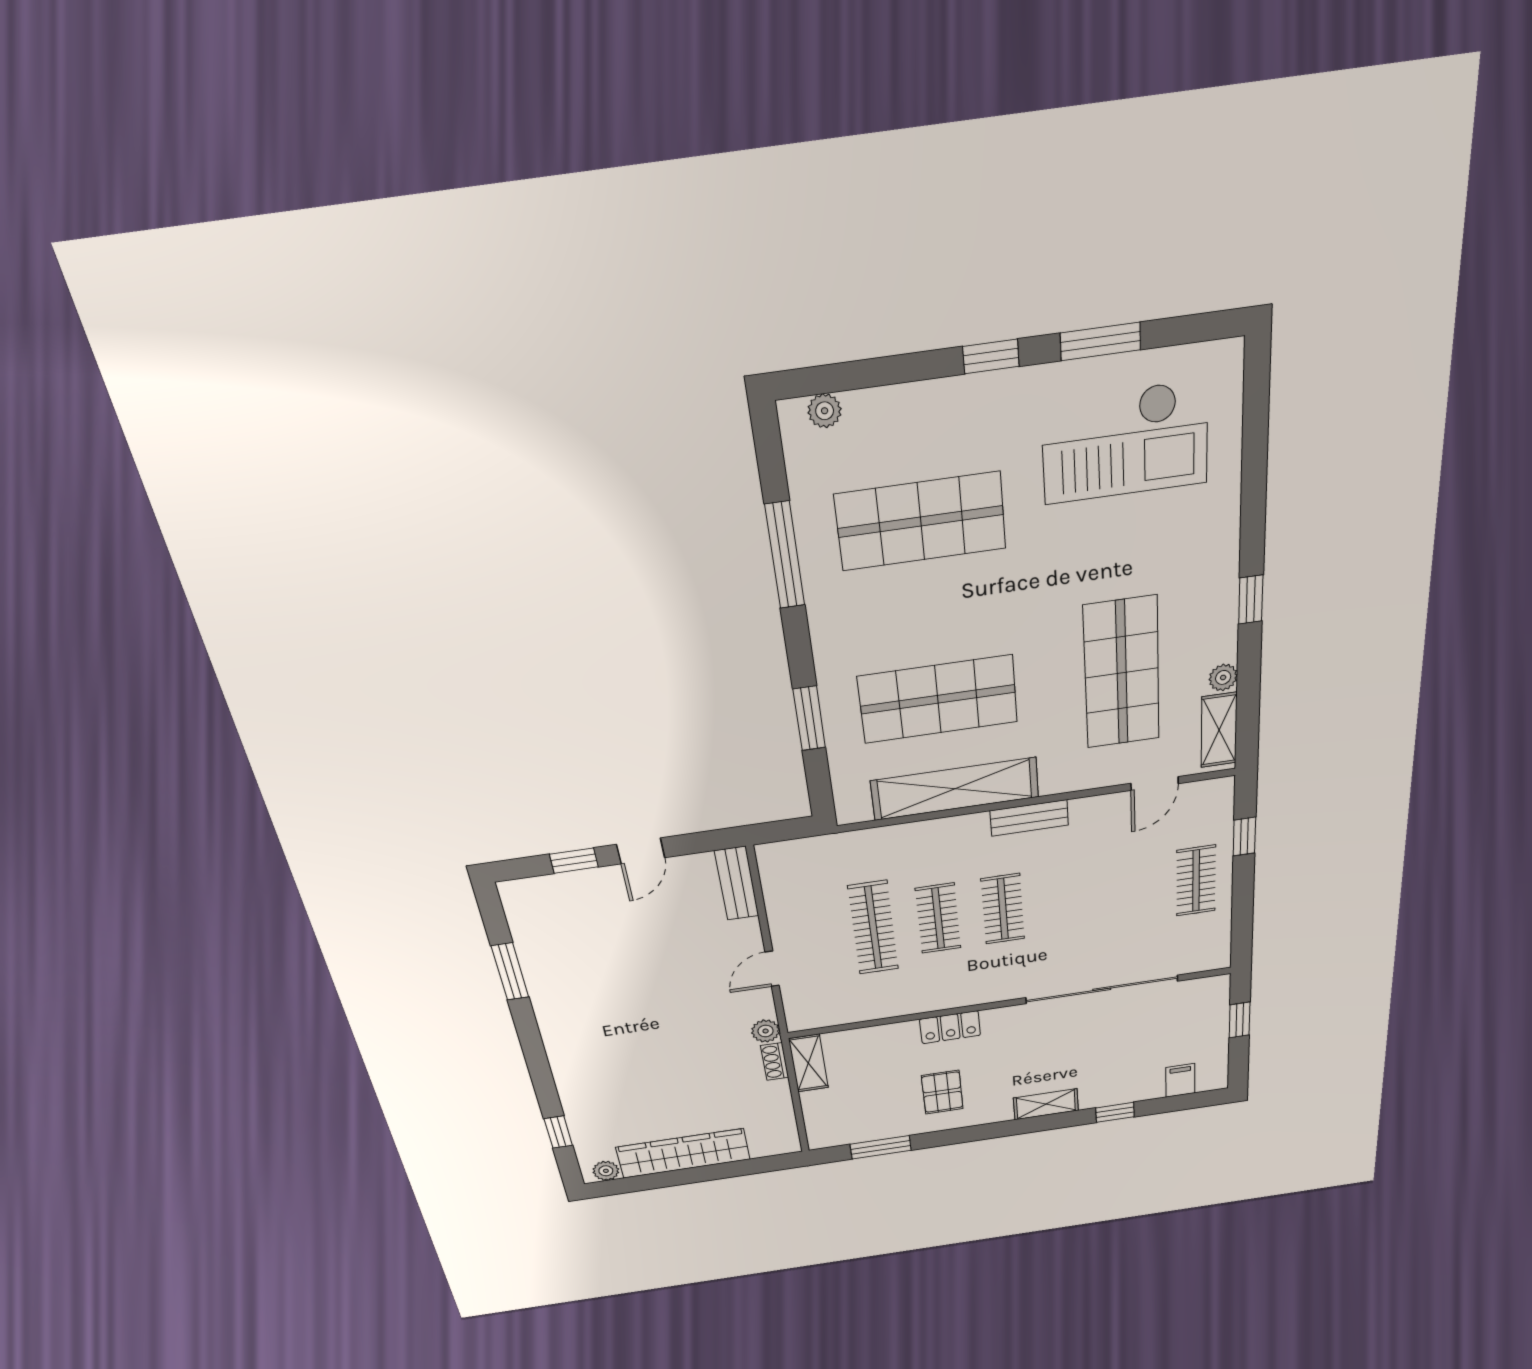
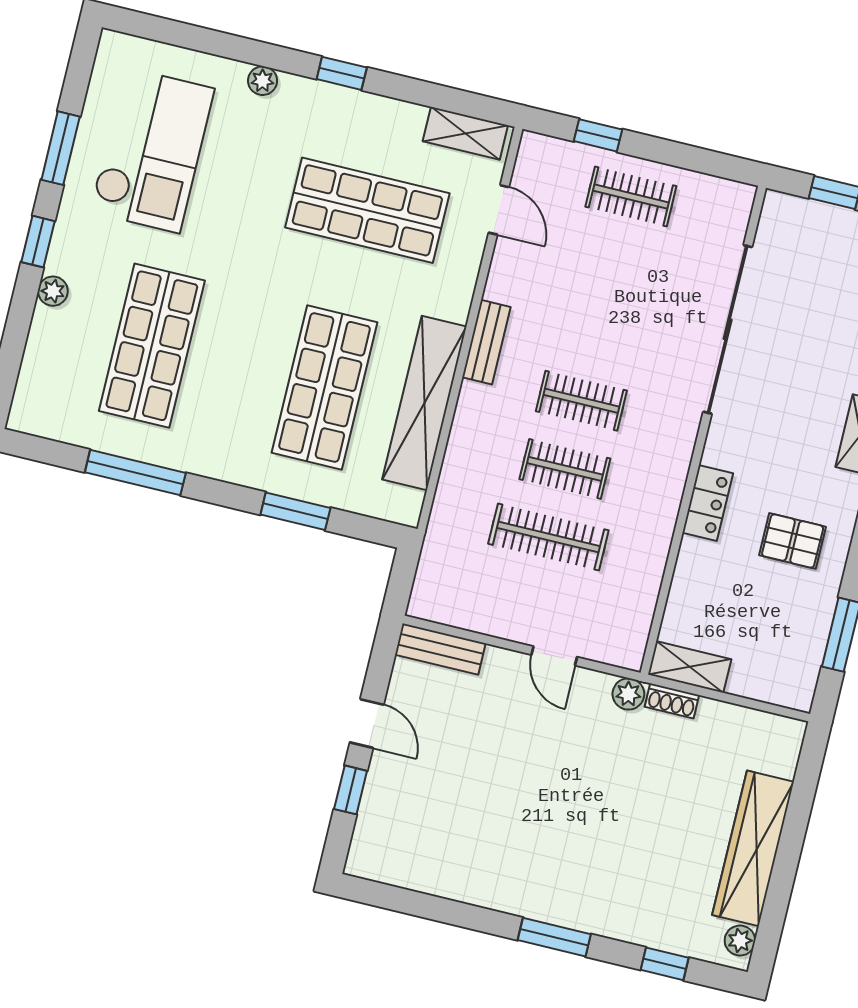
plant: (825, 411) -> (53, 291), moved
plant: (1223, 677) -> (263, 81), moved
window: (510, 971) -> (554, 937), moved

